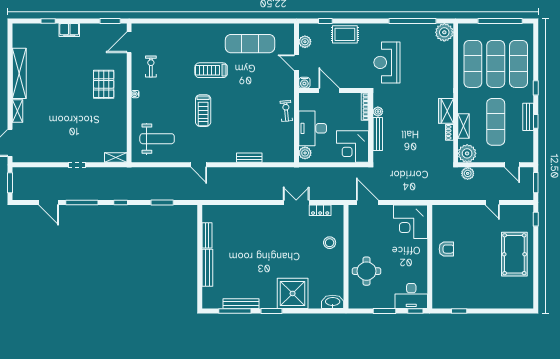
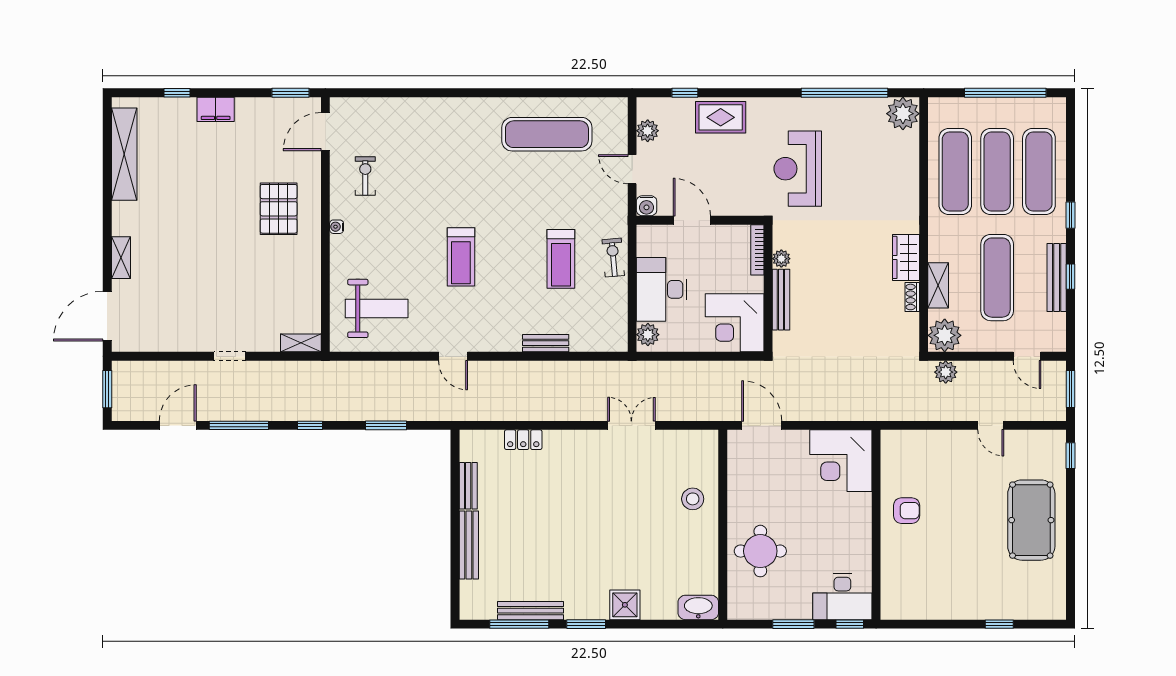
treadmill: (211, 70) -> (561, 259), moved, turned -90
shelving: (19, 73) -> (124, 154), moved
bench: (528, 117) -> (1057, 278), width x1.36
door: (49, 203) -> (178, 425), swing flipped
locker: (320, 210) -> (523, 440), moved
shower: (293, 293) -> (625, 605), width x0.54, depth x0.54
window: (459, 311) -> (999, 624), moved

